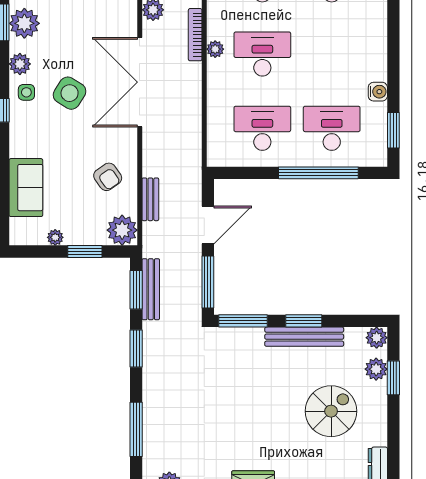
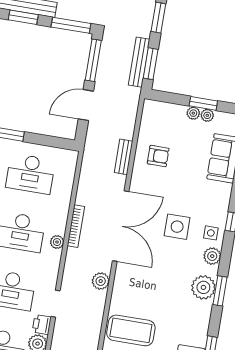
bookcase: (195, 35) -> (76, 226), moved
side table: (70, 93) -> (177, 227), turned -32
armchair: (108, 177) -> (158, 156), turned 125
bench: (150, 199) -> (124, 157), moved
plant: (122, 230) -> (193, 113), moved, width x0.53, depth x0.53
window: (85, 251) -> (203, 103), moved

